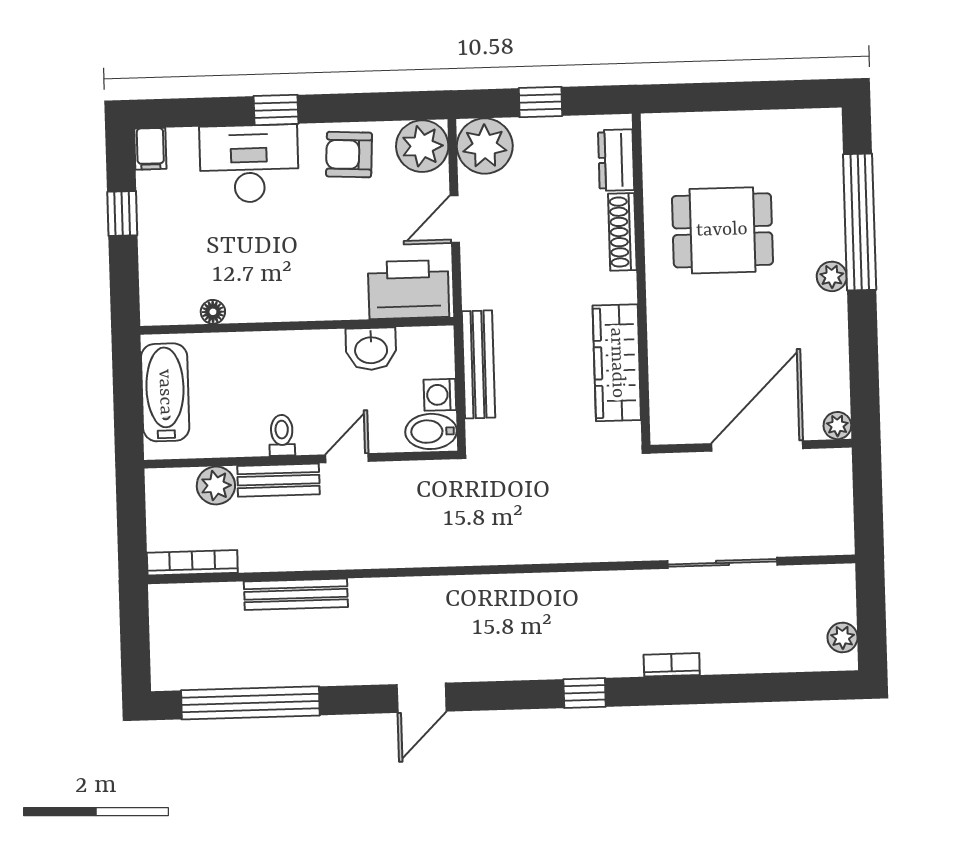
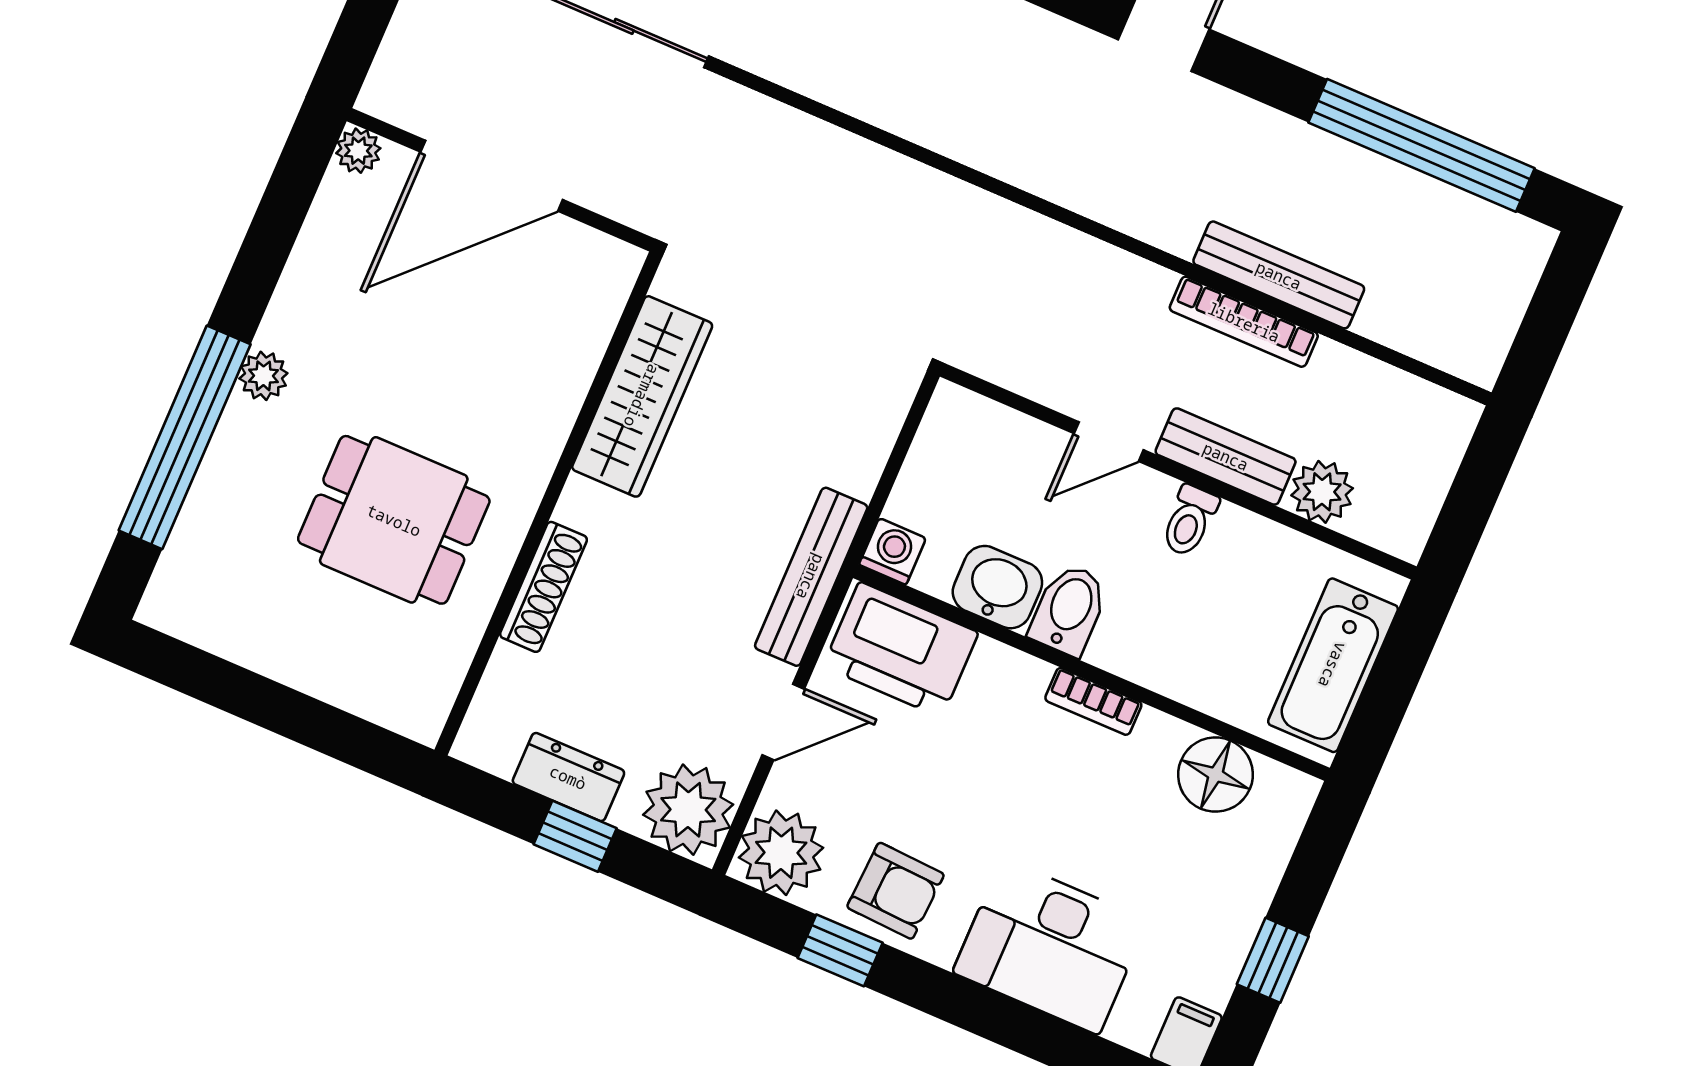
window: (276, 110) -> (840, 950), moved
dresser: (616, 160) -> (568, 777), moved, turned -90
bookcase: (288, 310) -> (1093, 701), added
floor lamp: (213, 312) -> (1215, 775), width x1.89, depth x1.89
bench: (478, 364) -> (811, 577), moved
washing machine: (440, 395) -> (892, 551), moved, turned -90
bidet: (431, 431) -> (1069, 610), moved, turned -90
bookcase: (192, 563) -> (1244, 322), moved

